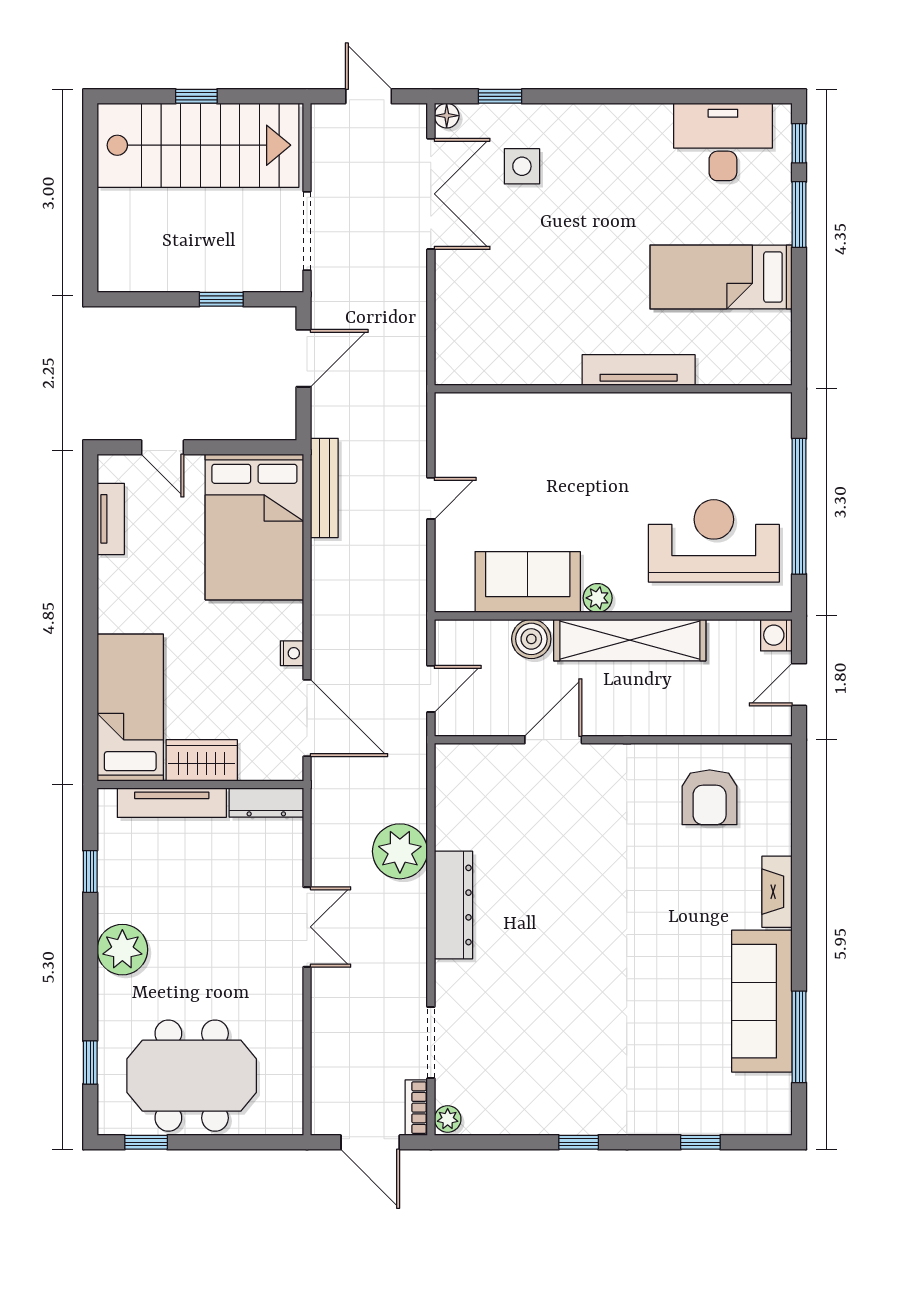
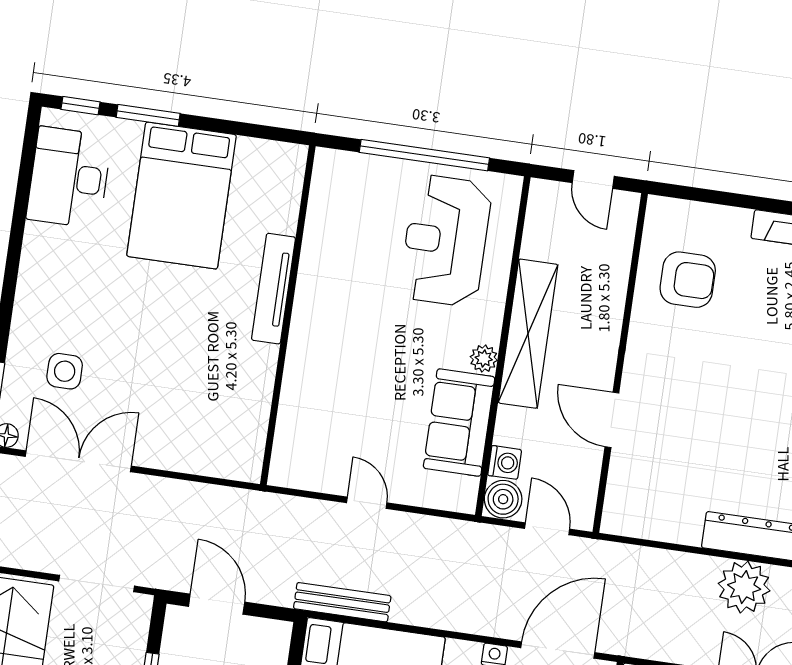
bed: (721, 277) -> (182, 195), width x1.50
washing machine: (776, 635) -> (505, 462), moved, turned -90
boiler: (531, 639) -> (503, 499), moved
plant: (400, 851) -> (744, 587), moved

